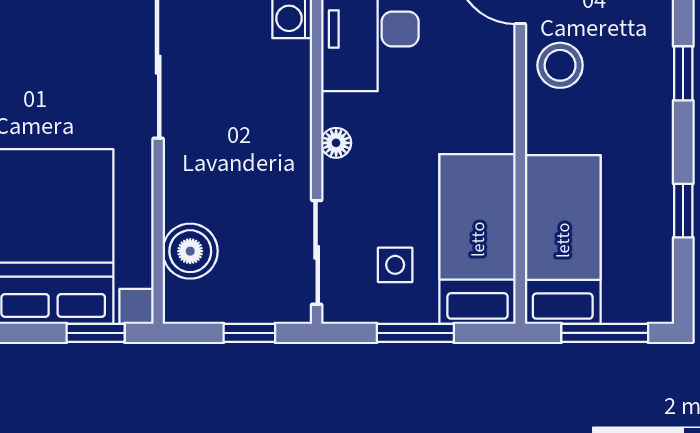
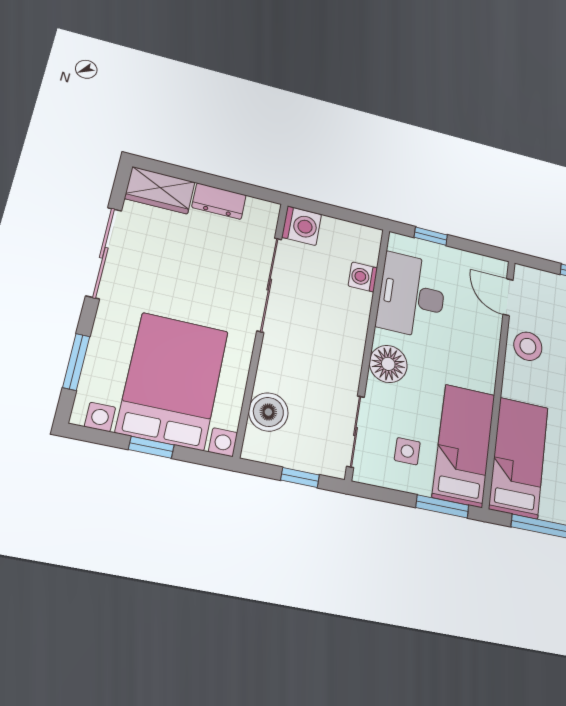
floor lamp: (336, 143) -> (388, 364), width x1.89, depth x1.89
window: (96, 333) -> (151, 447), moved
window: (415, 333) -> (442, 506), moved

